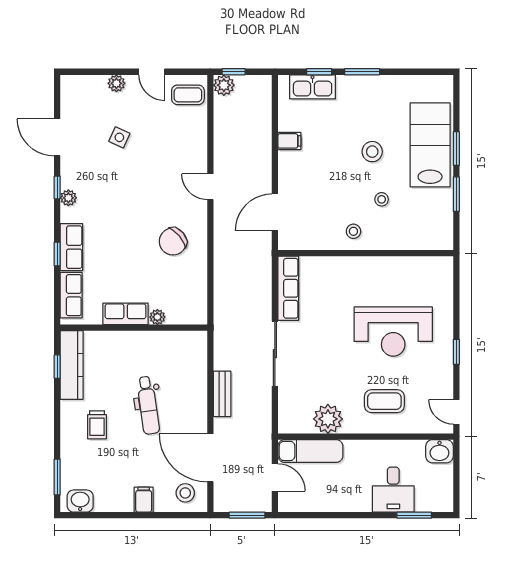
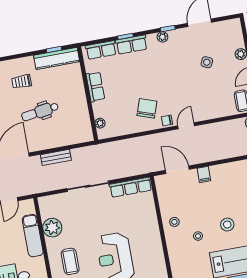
filing cabinet: (289, 141) -> (204, 174), moved
chair: (197, 214) -> (167, 120), added
chair: (173, 241) -> (147, 108), turned 59
plant: (157, 317) -> (100, 123), moved
exam couch: (310, 451) -> (33, 236), moved

